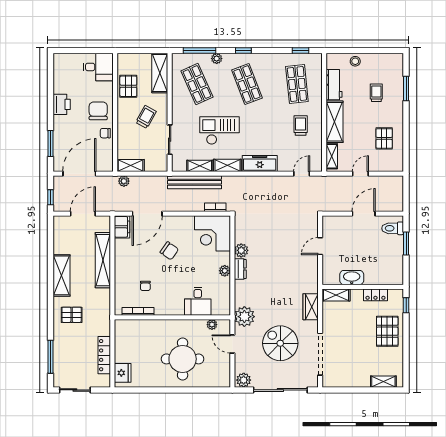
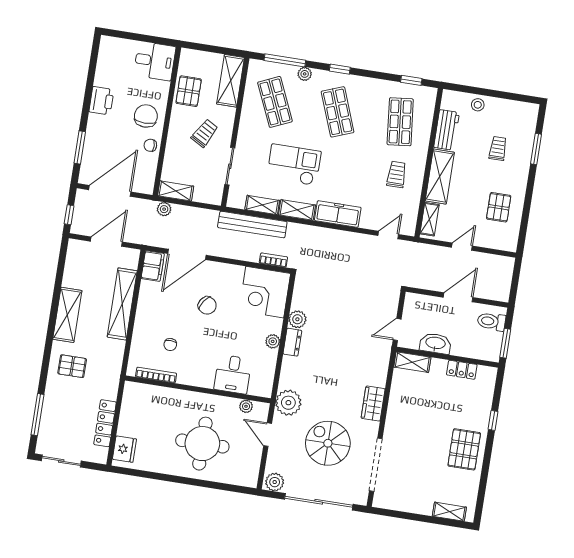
washbasin: (352, 278) -> (435, 343), moved
wall: (363, 287) -> (447, 357), moved
shelving: (336, 295) -> (412, 362), moved
locker: (375, 295) -> (462, 370), moved

